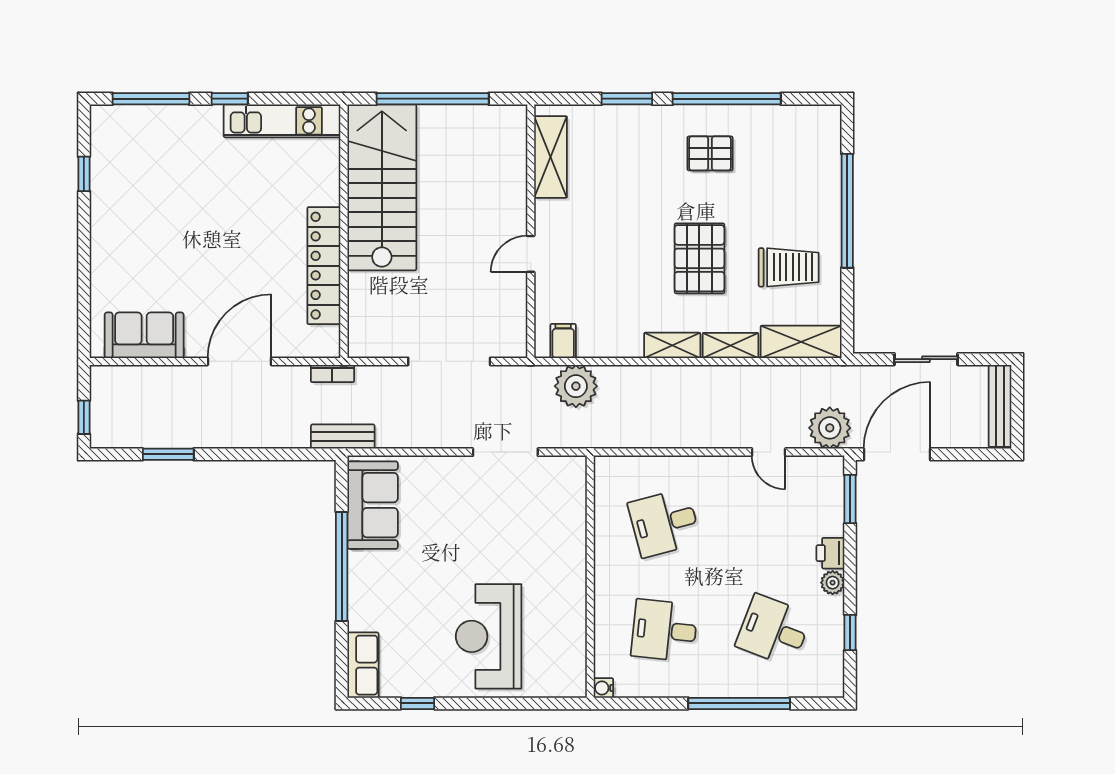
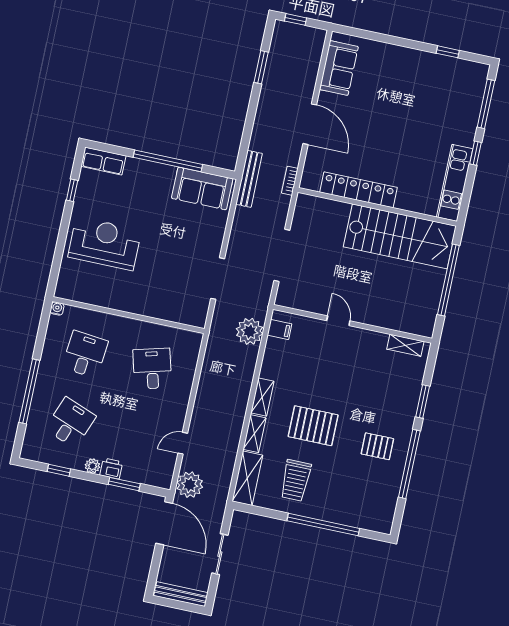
pallet: (710, 153) -> (377, 446), turned 90
shelving: (550, 157) -> (405, 345), width x0.67, depth x0.75
bench: (343, 437) -> (249, 179), width x1.36
window: (850, 499) -> (124, 484), moved

